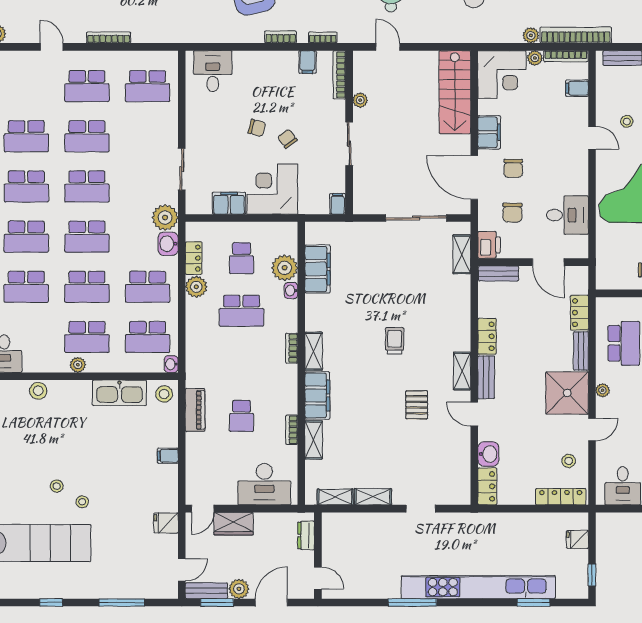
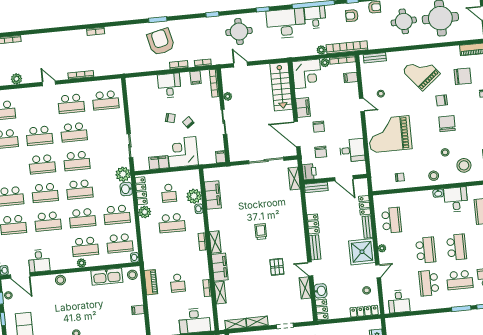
desk: (213, 71) -> (169, 85), moved
locker: (194, 258) -> (141, 191), width x1.53
shelving: (462, 371) -> (305, 288), moved

